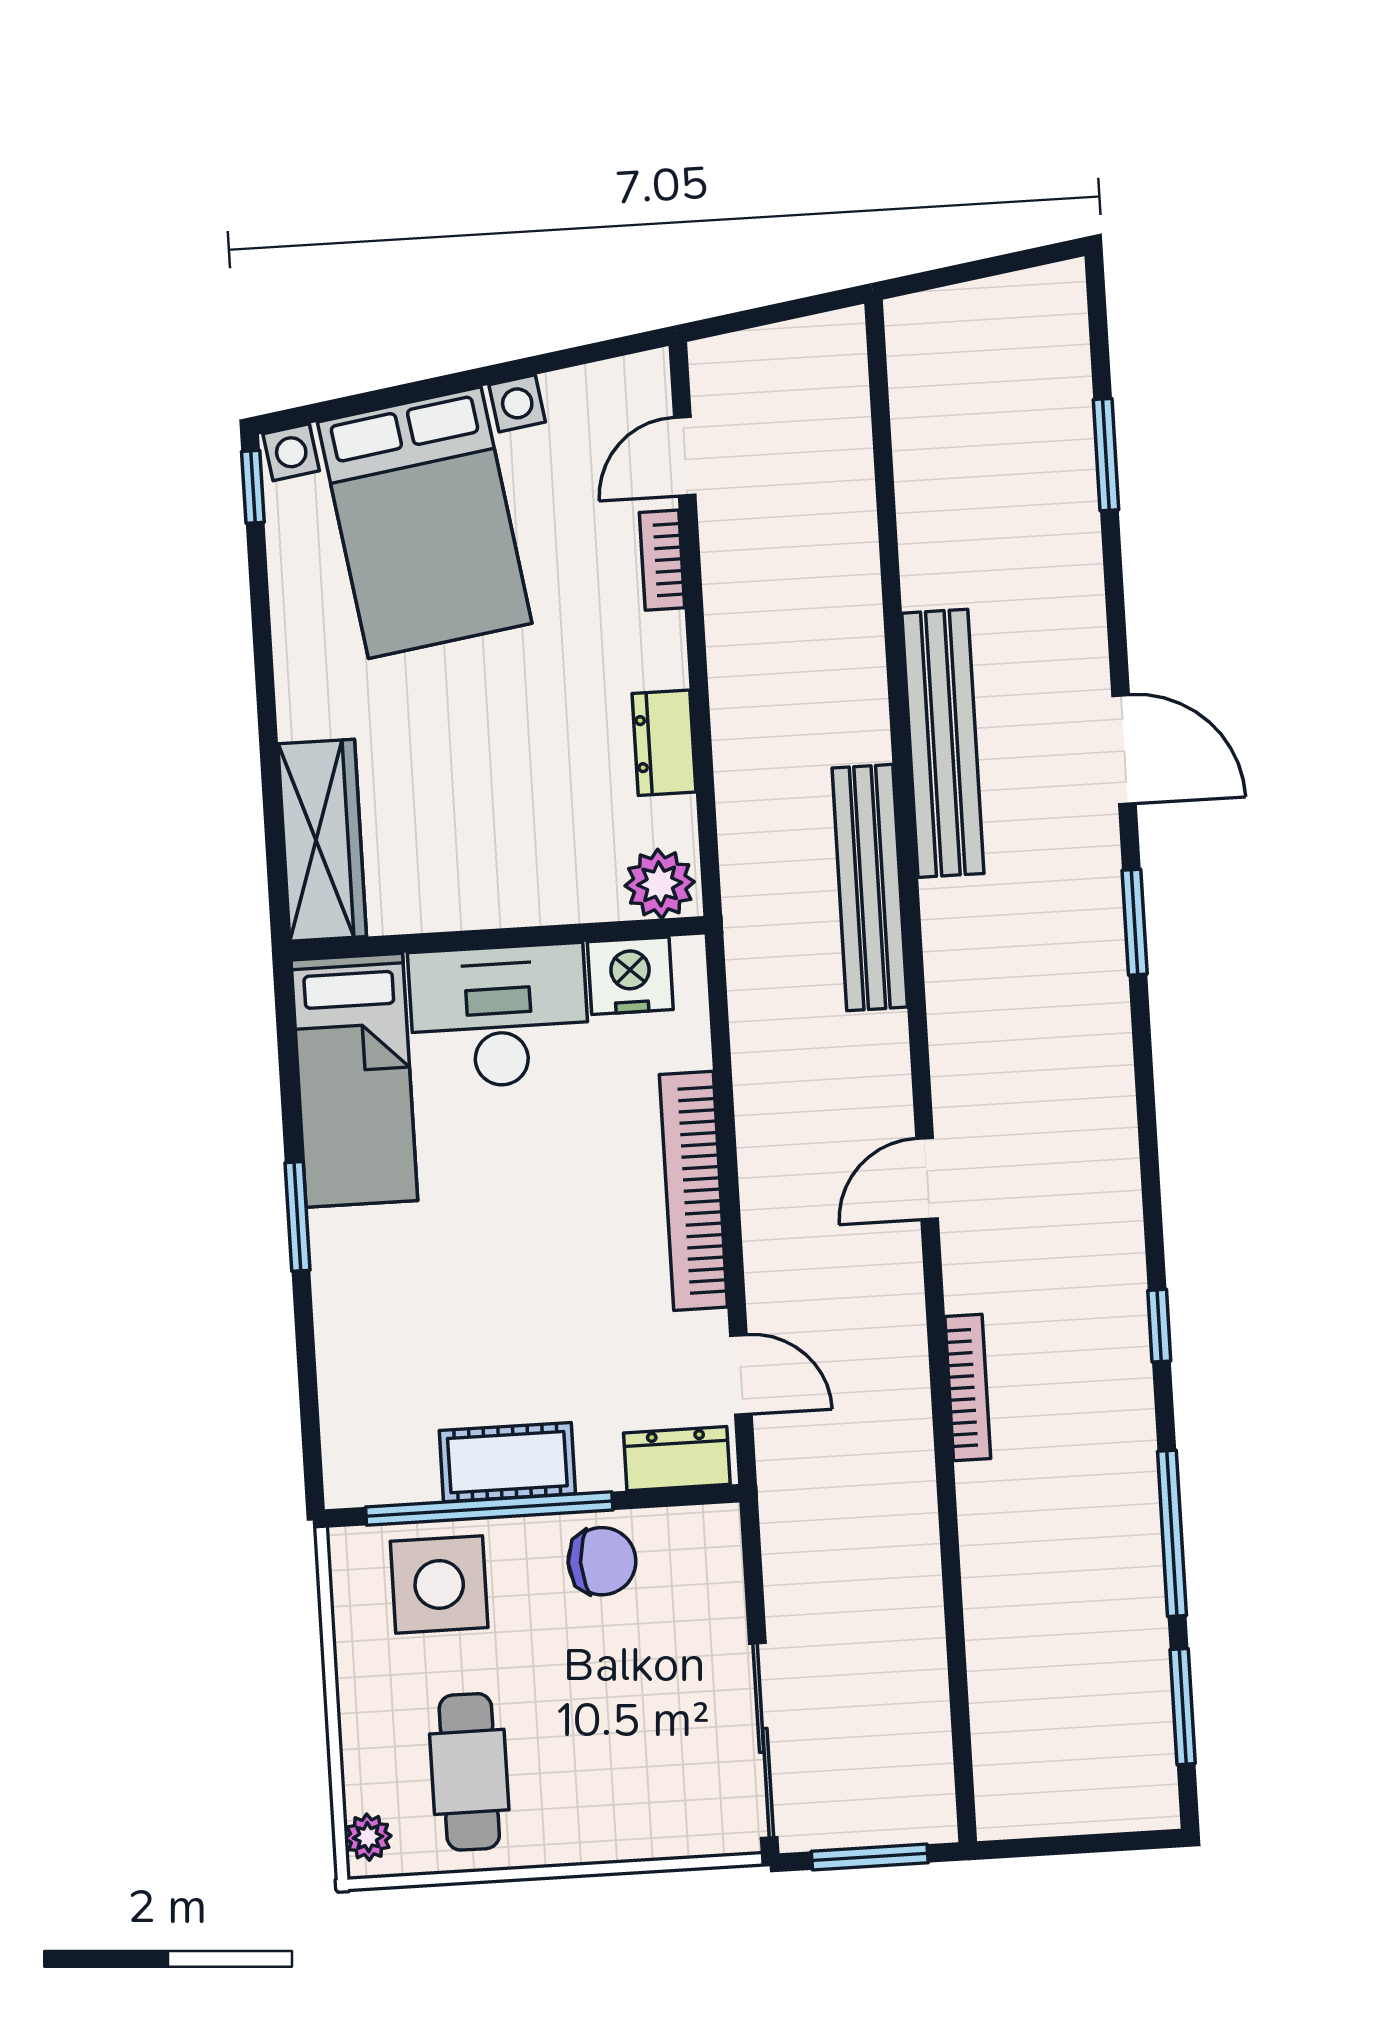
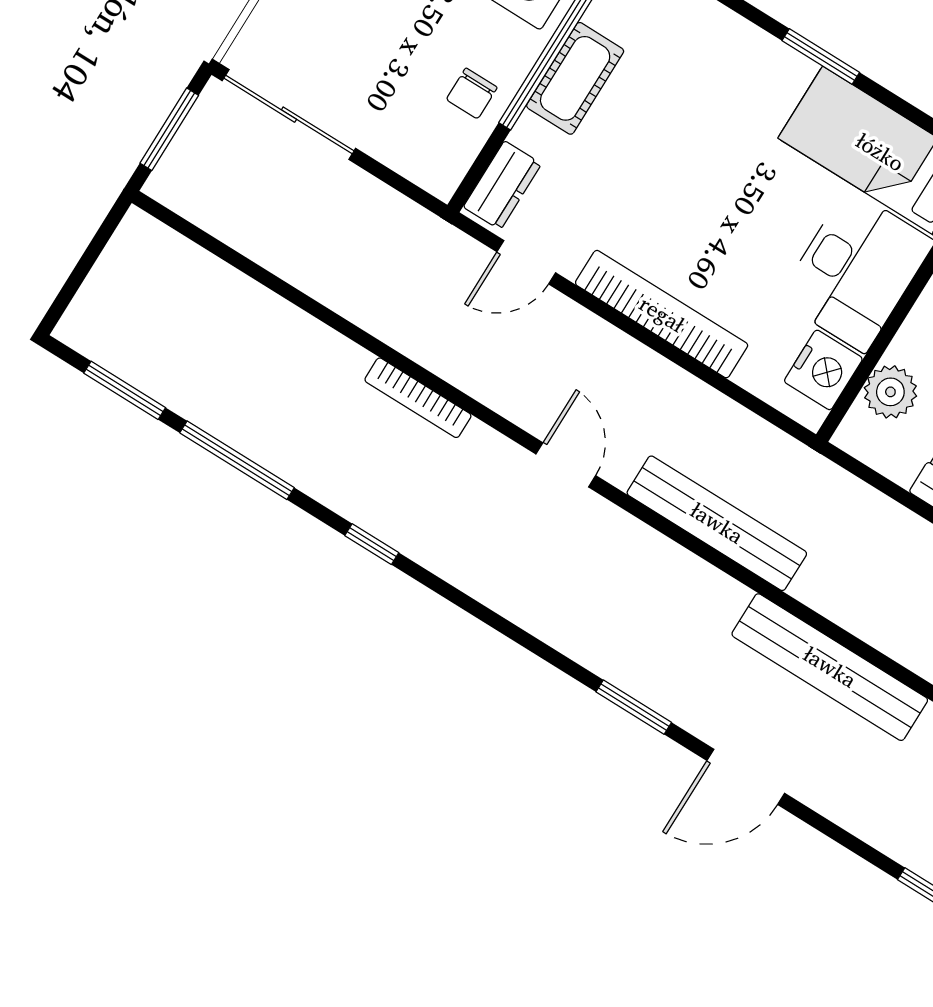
plant: (660, 884) -> (890, 392), moved
bench: (870, 888) -> (717, 523), moved
chair: (602, 1561) -> (472, 93), width x0.73, depth x0.73

